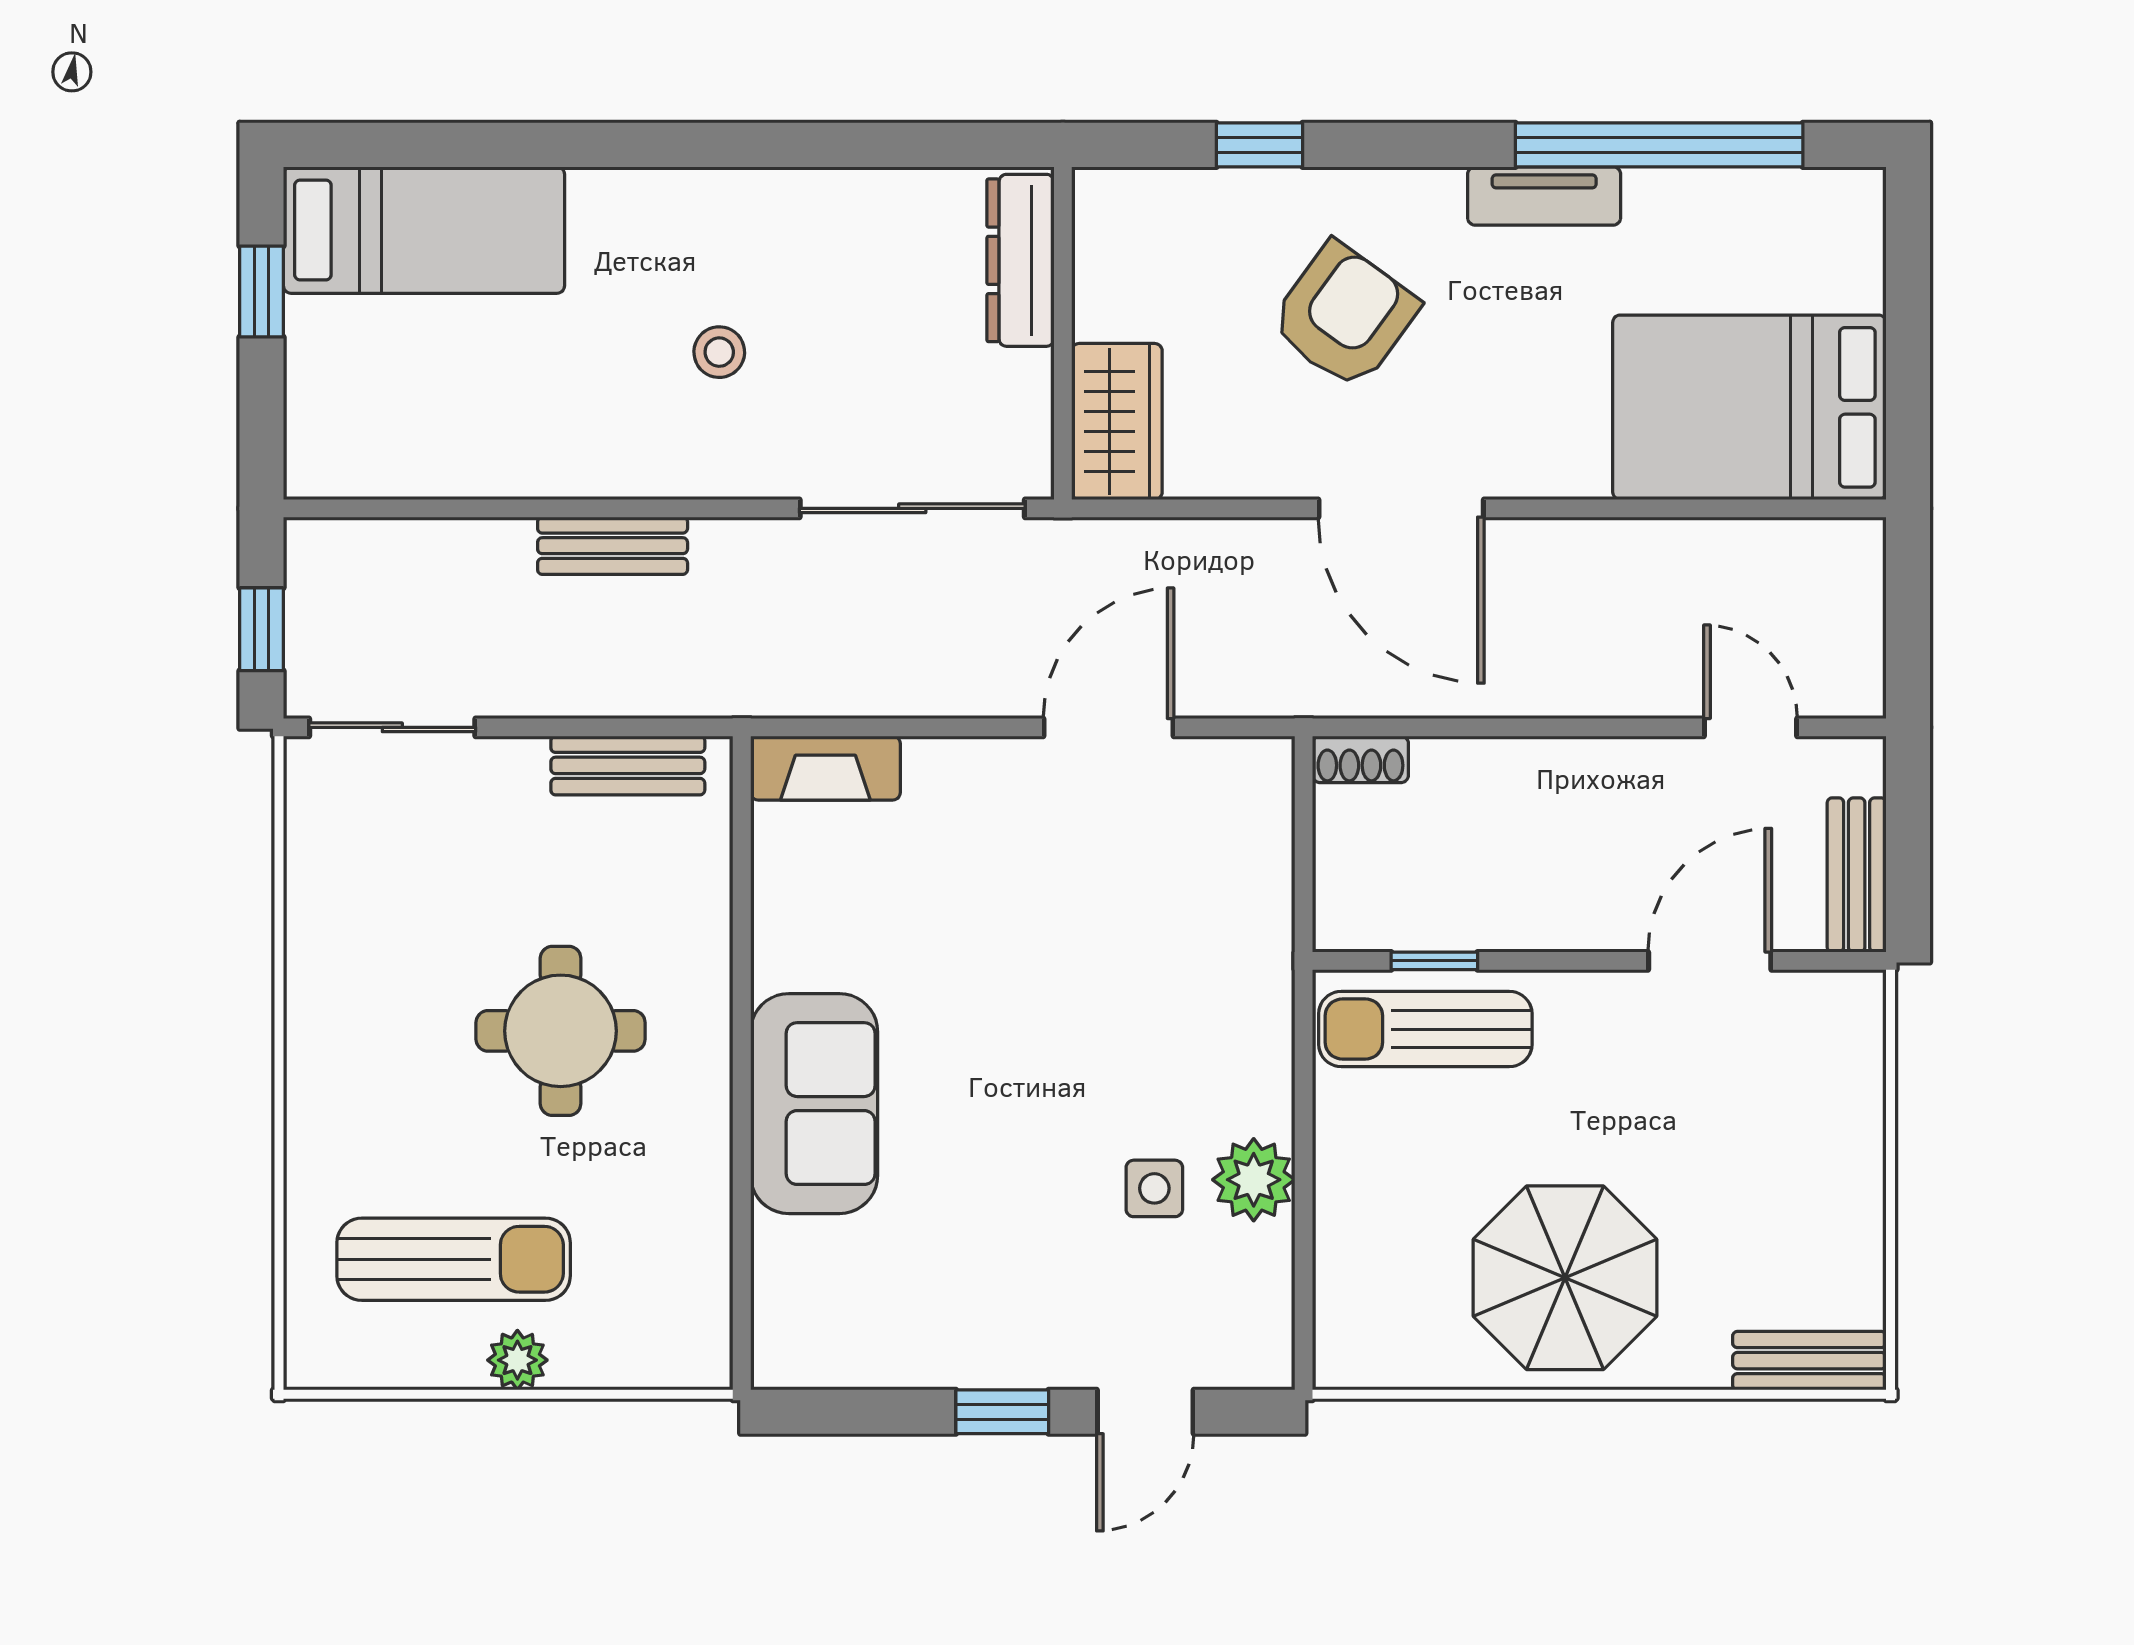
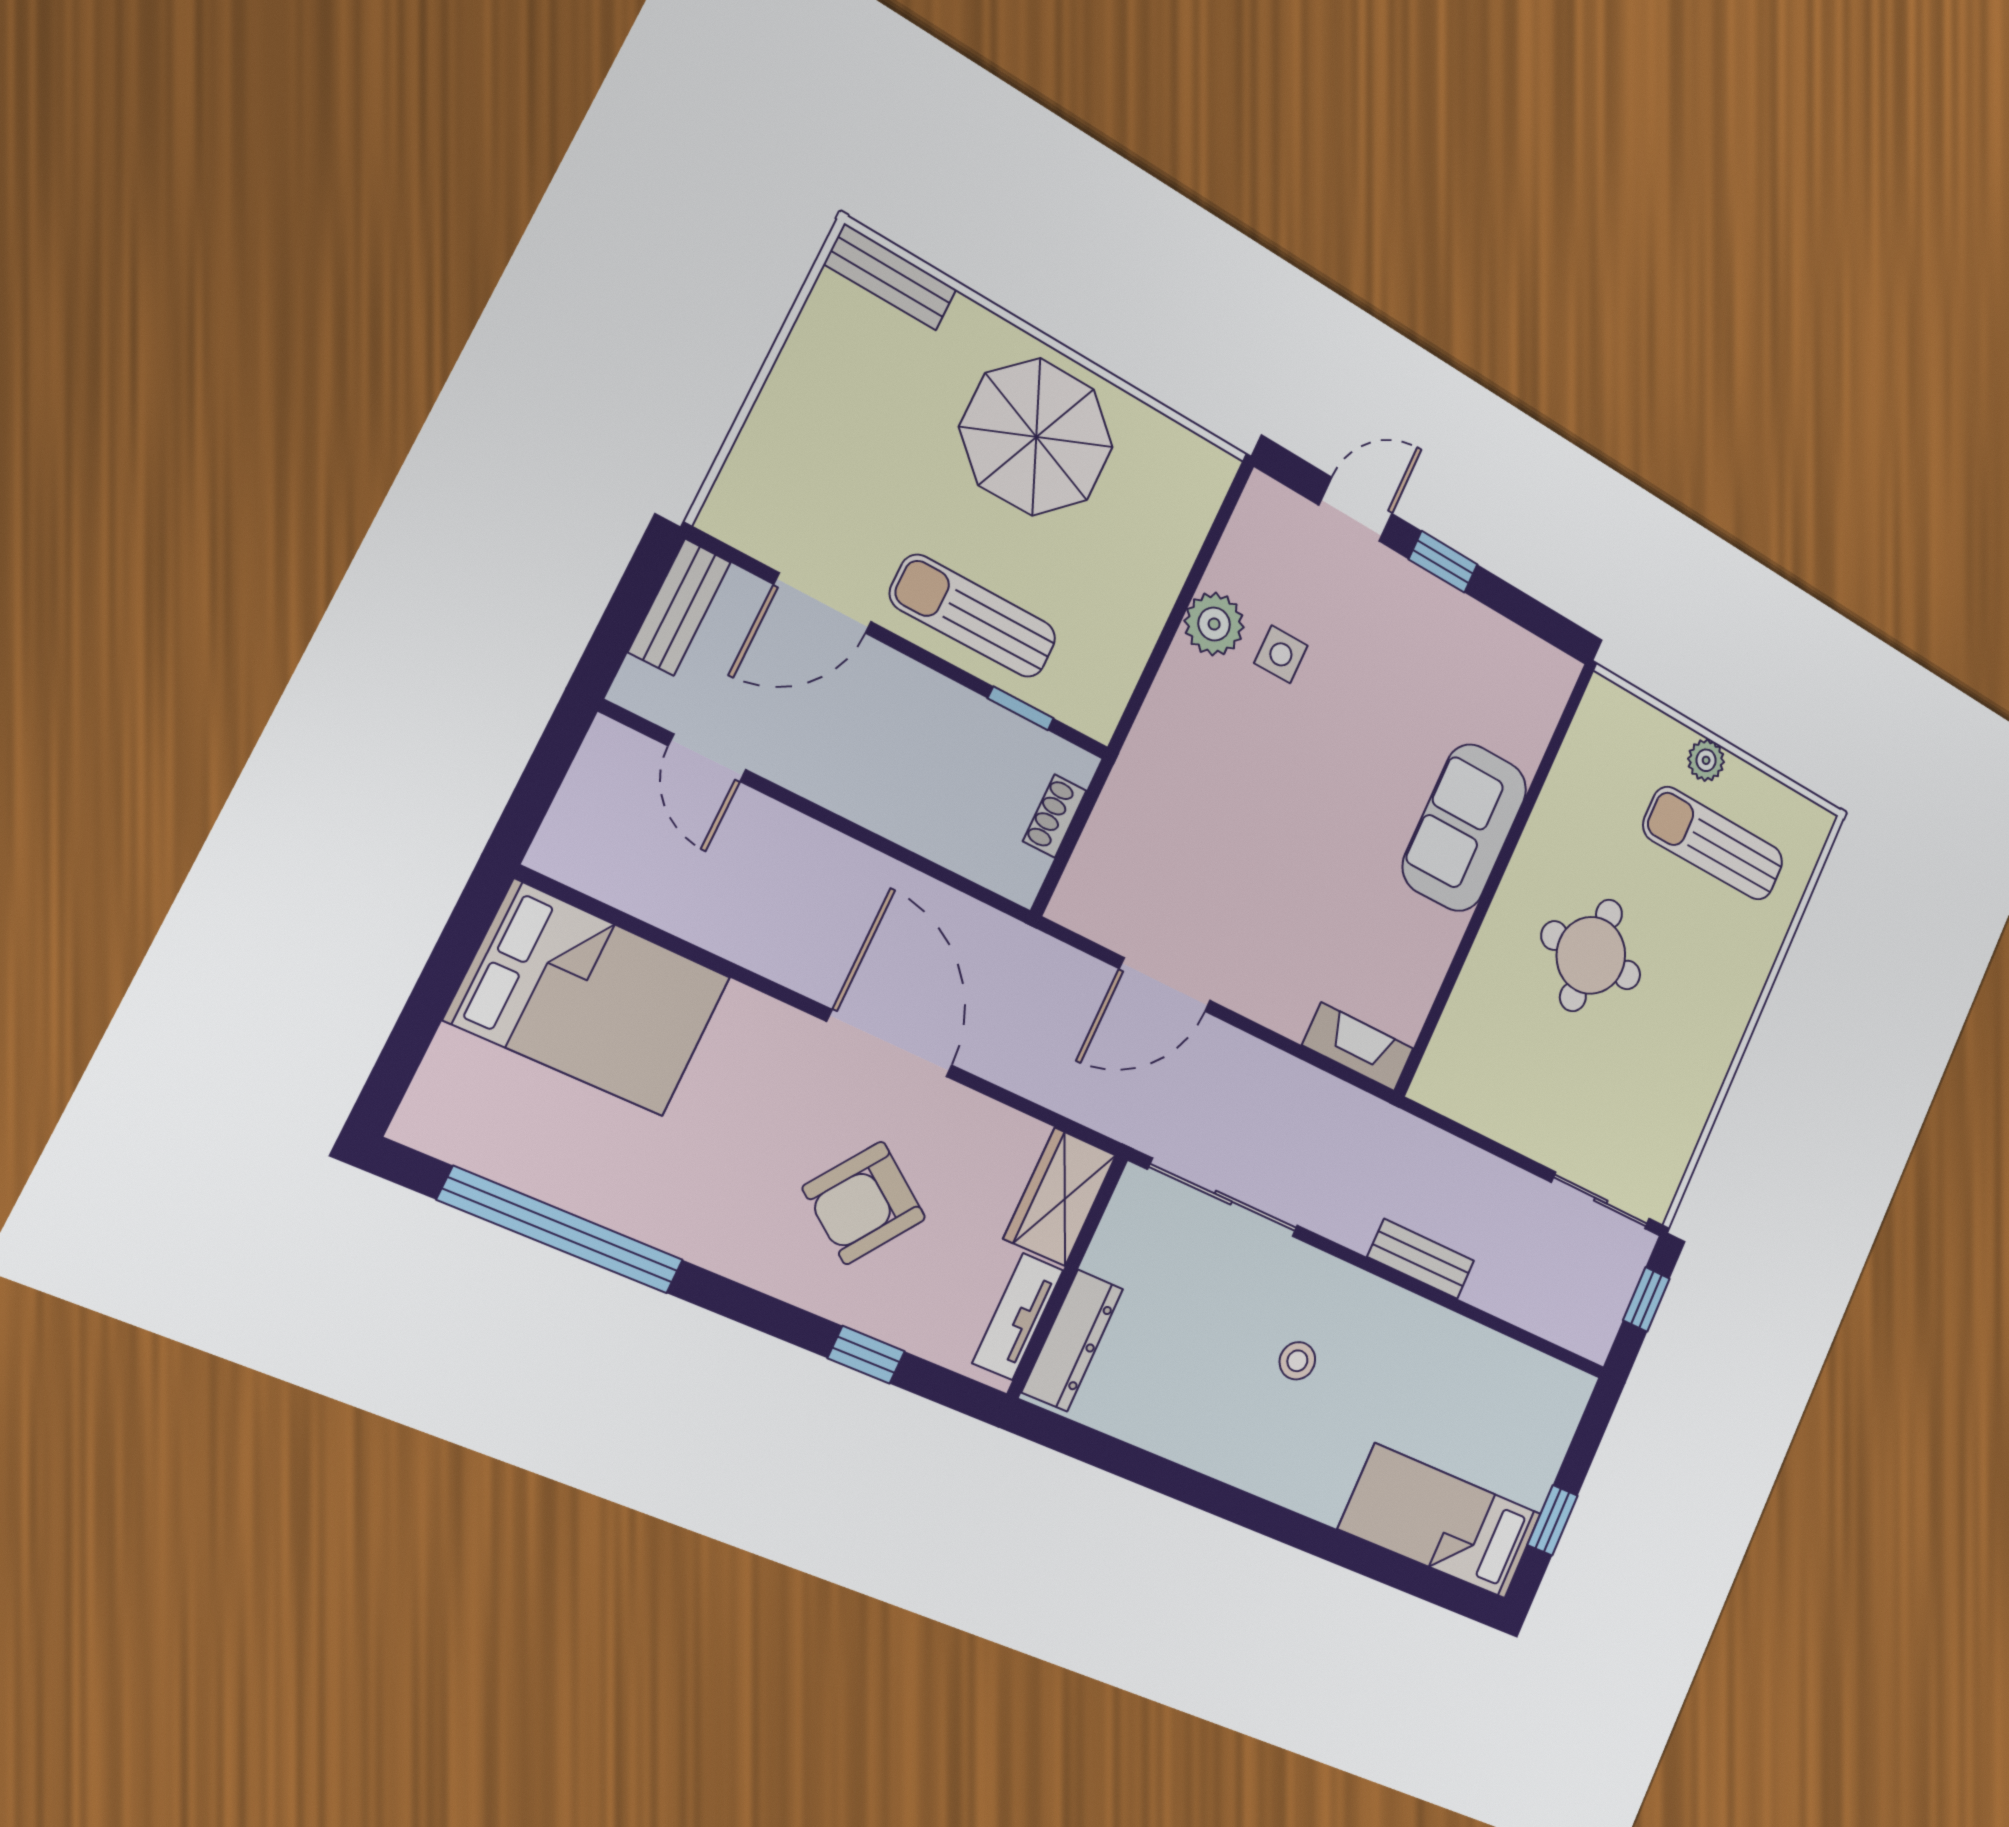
tv unit: (1544, 196) -> (1018, 1317), moved, turned -90
shoe rack: (1360, 759) -> (1055, 816), moved, turned -90
bench: (628, 765) -> (1476, 1108), removed
sun lounger: (1425, 1029) -> (973, 616), moved, turned 180

